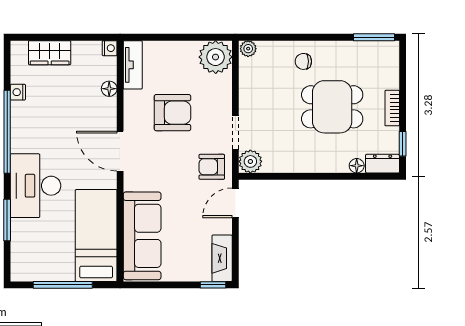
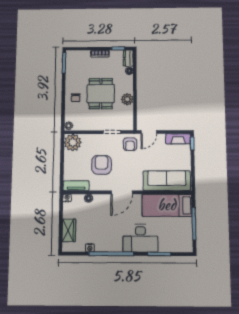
dining table: (332, 107) -> (101, 94), moved
plant: (250, 161) -> (127, 99), moved
door: (235, 203) -> (149, 132), hinge flipped

